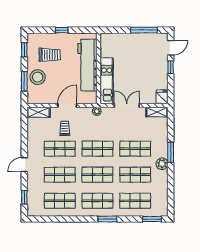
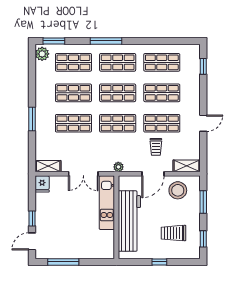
stool: (38, 77) -> (178, 190), moved
plant: (162, 164) -> (42, 54), moved
door: (24, 165) -> (203, 123), moved
window: (107, 219) -> (106, 41), width x1.44

